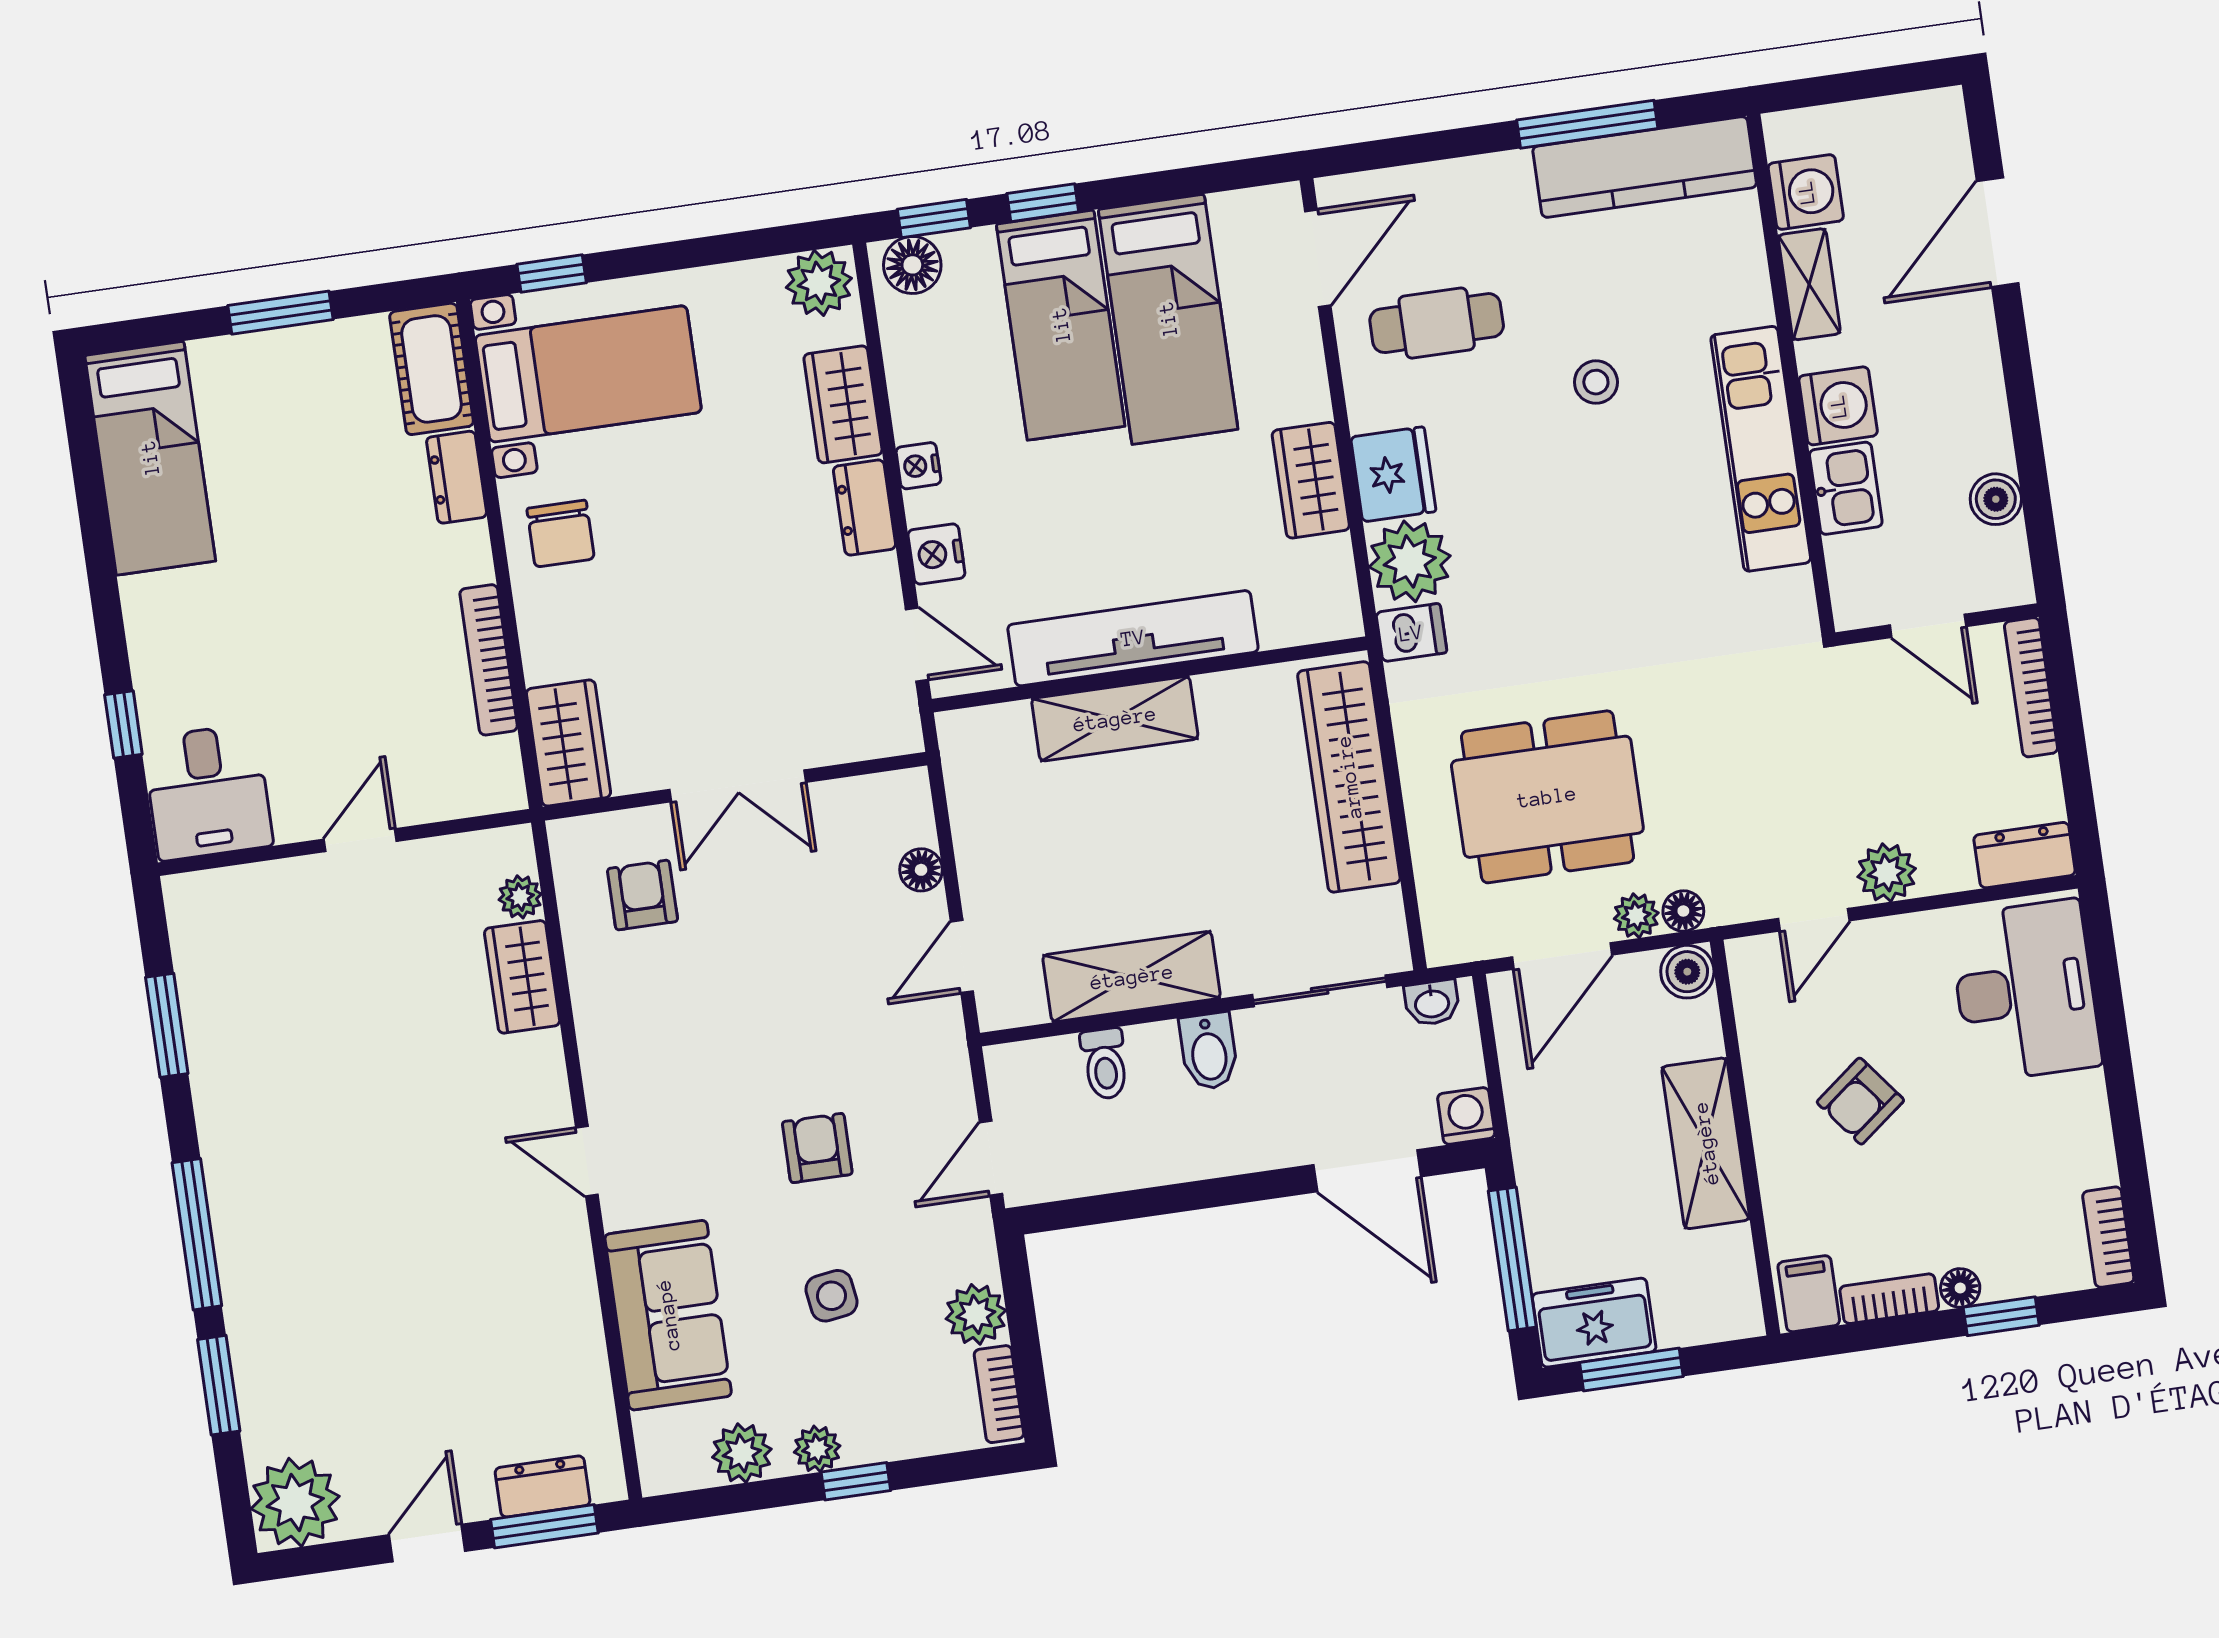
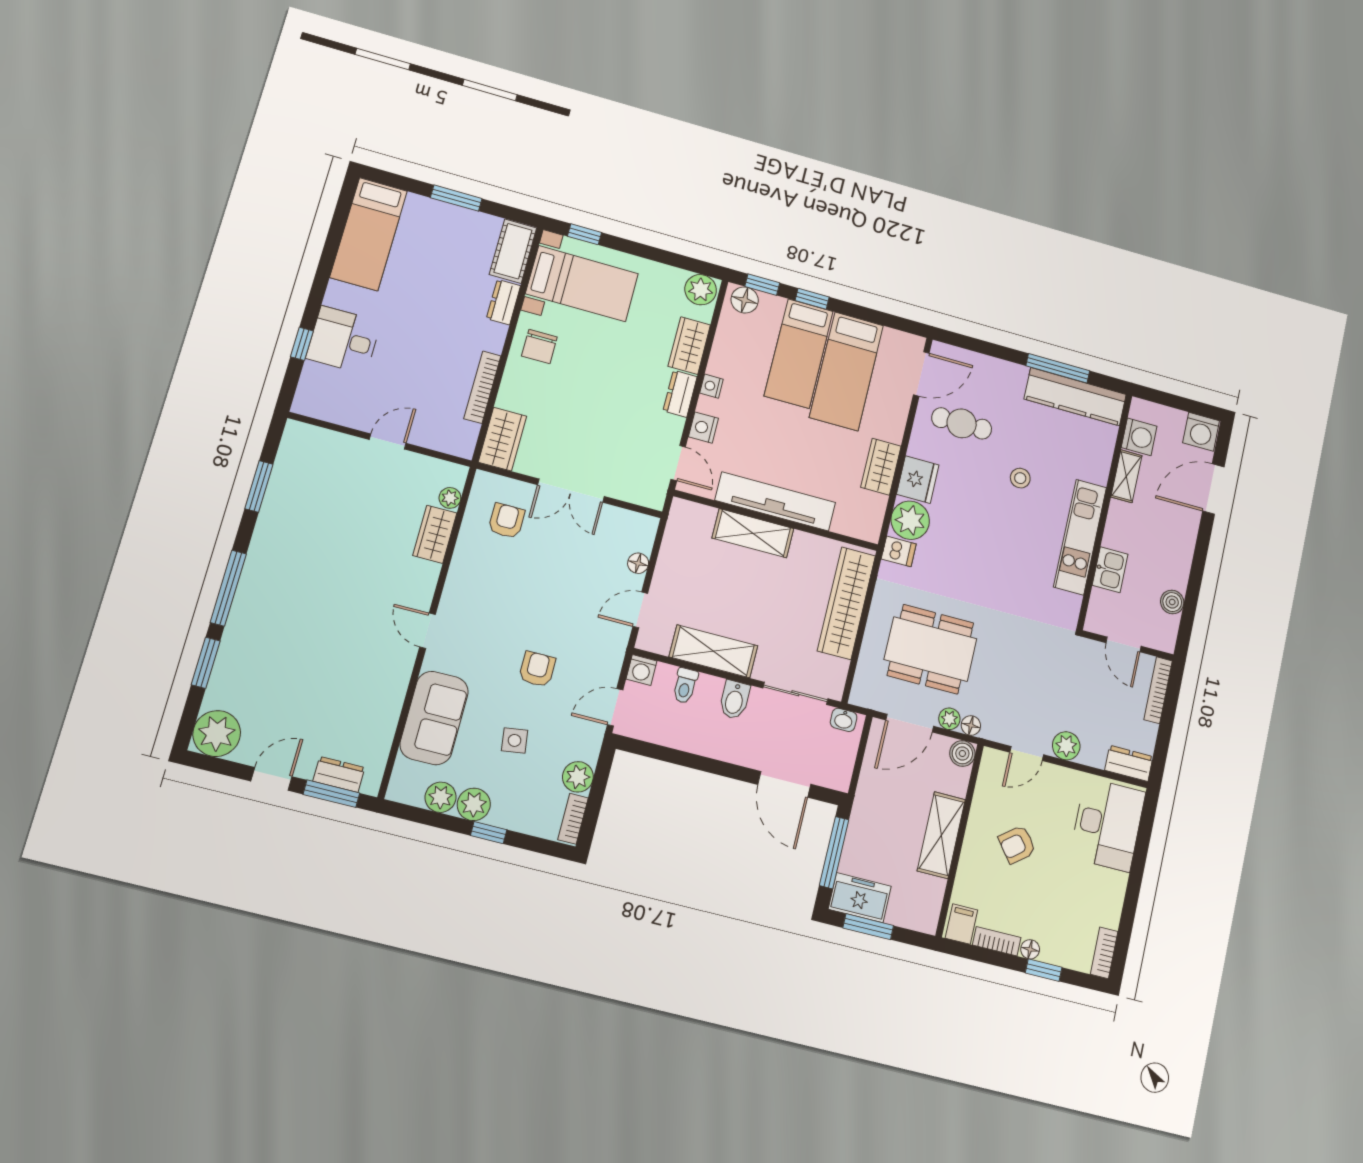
washing machine: (1838, 406) -> (1201, 432), moved, turned 90
desk: (208, 792) -> (344, 340), moved, turned 90
washing machine: (1466, 1116) -> (641, 670), moved, turned 180
plant: (817, 1449) -> (474, 804), width x1.38, depth x1.38

